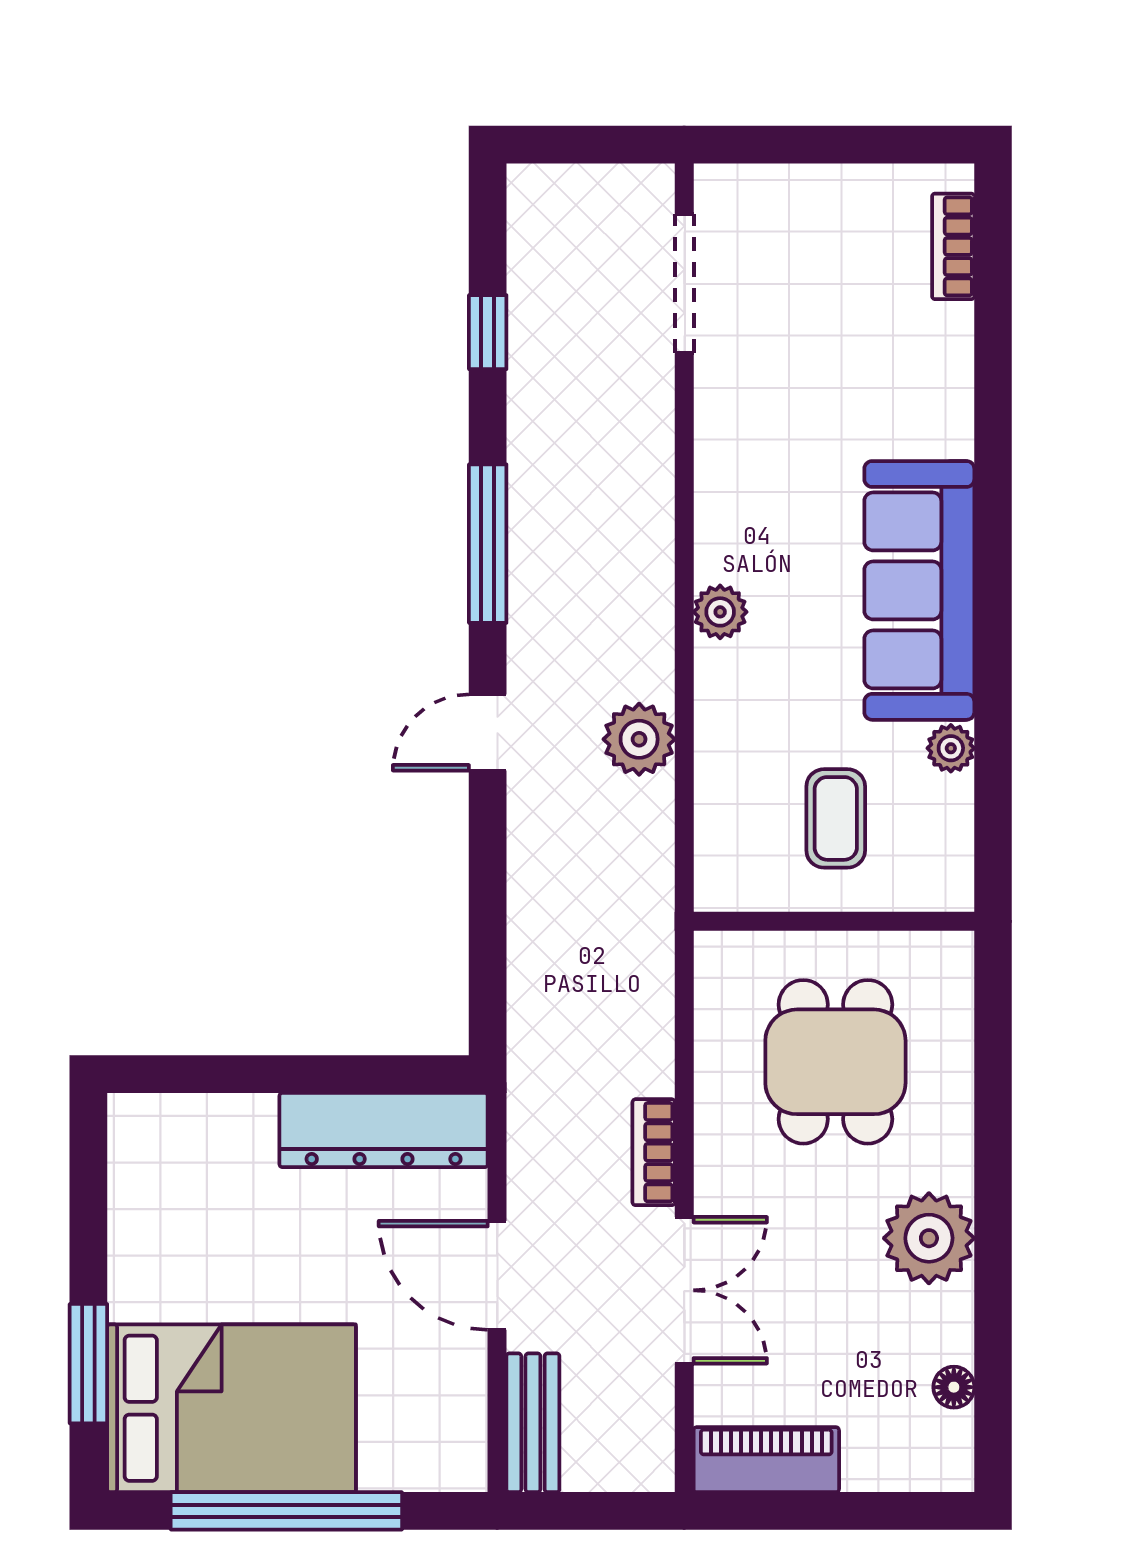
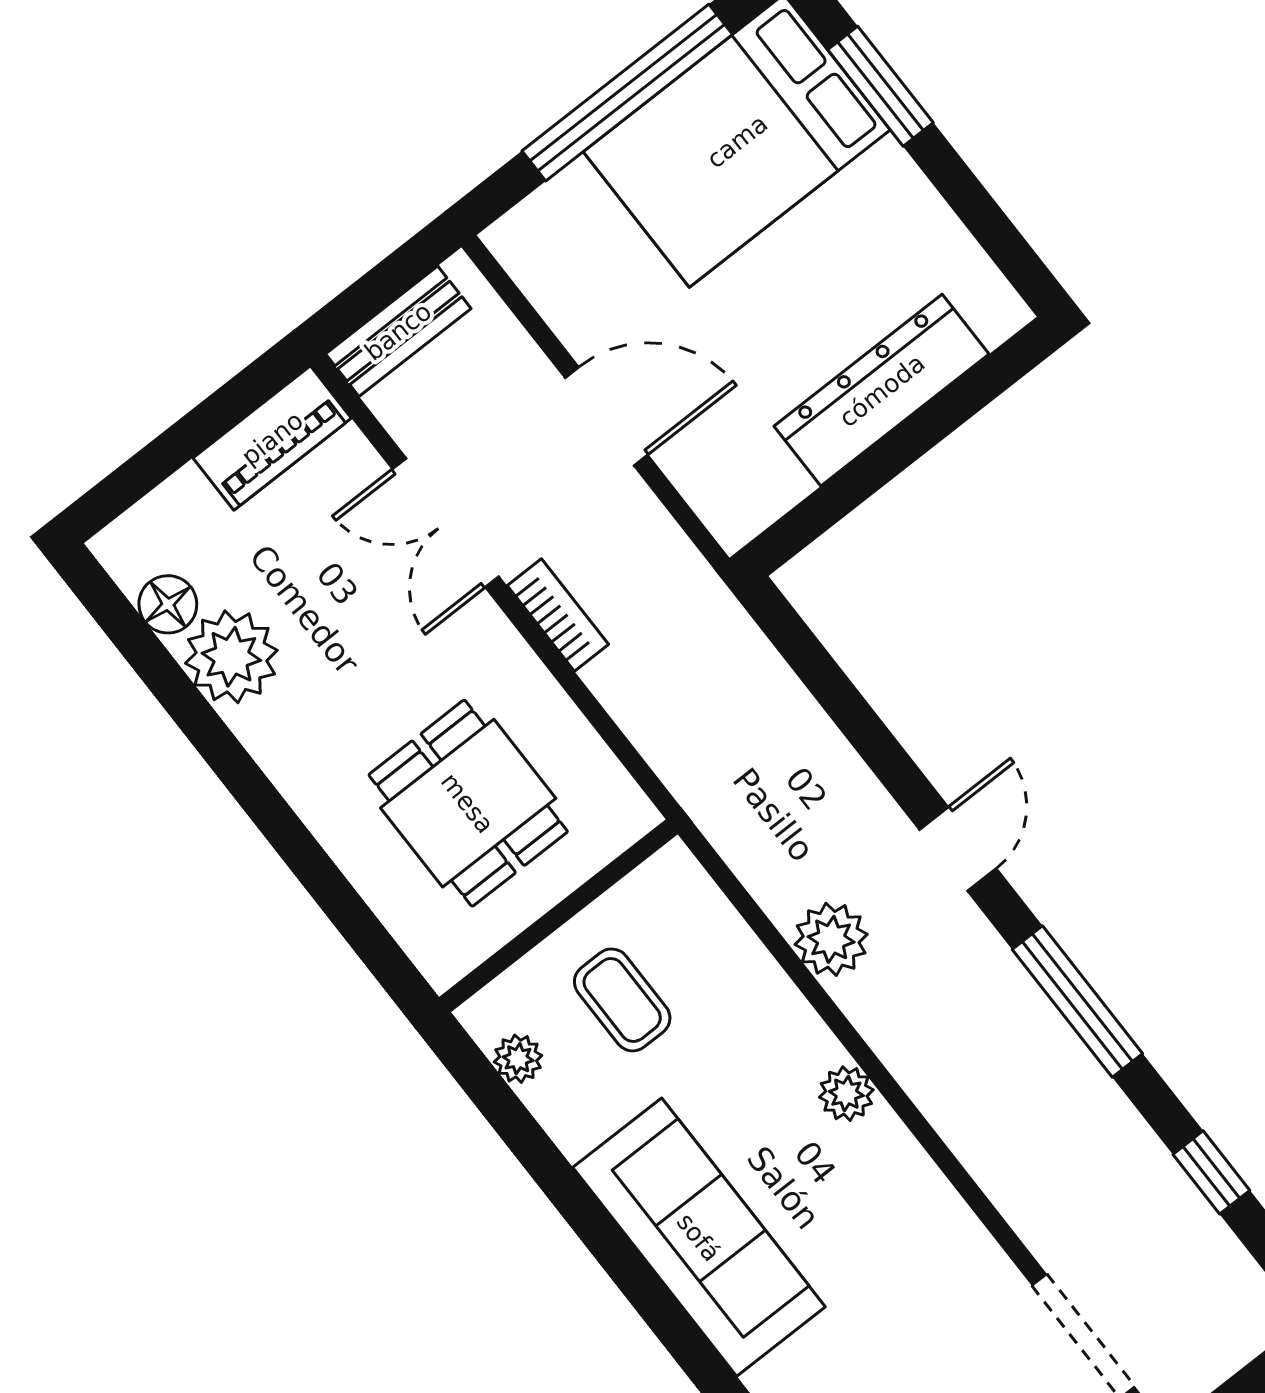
plant: (951, 748) -> (518, 1059), moved
dresser: (384, 1130) -> (882, 390), moved
plant: (929, 1238) -> (231, 657), moved
floor lamp: (954, 1387) -> (168, 604), width x1.37, depth x1.37
bench: (533, 1423) -> (398, 331), moved, turned 90

